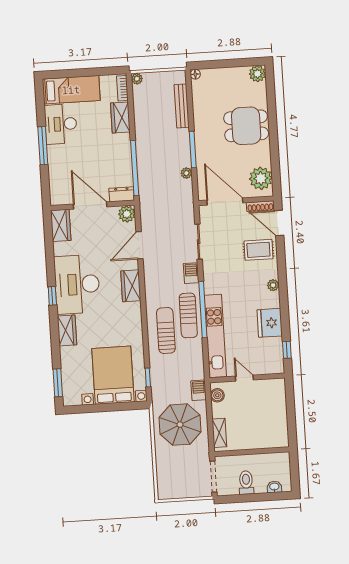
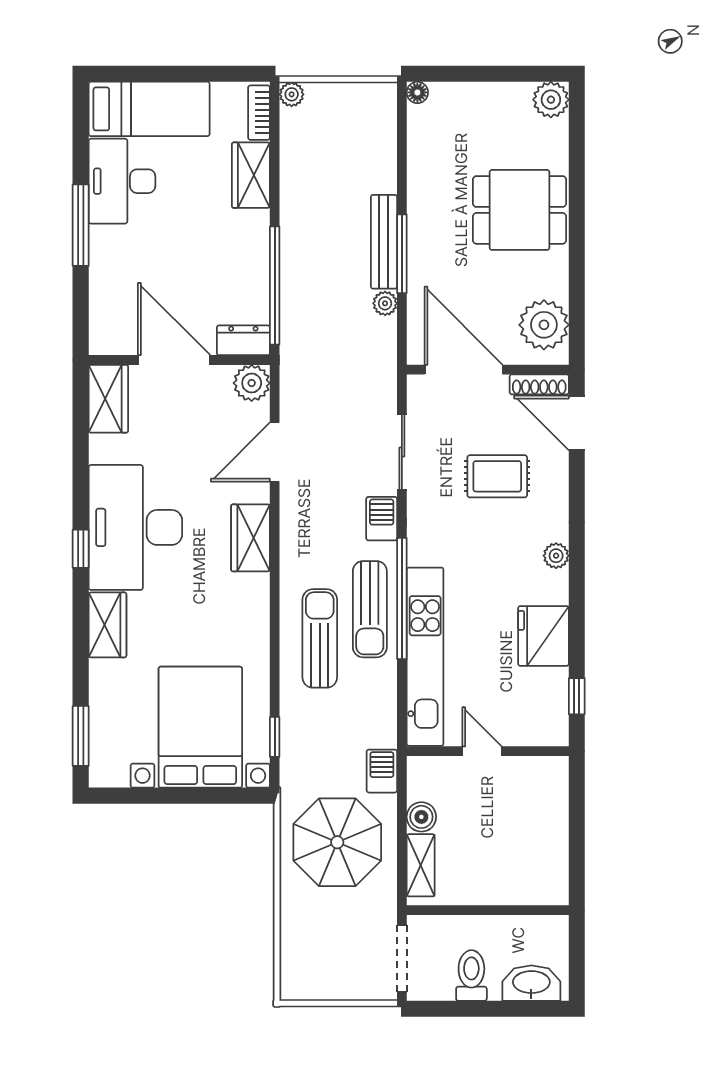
bench: (182, 106) -> (384, 242), moved
rug: (258, 250) -> (497, 476), moved
boiler: (217, 395) -> (421, 817), moved
washbasin: (274, 487) -> (531, 983), width x1.91, depth x1.45

